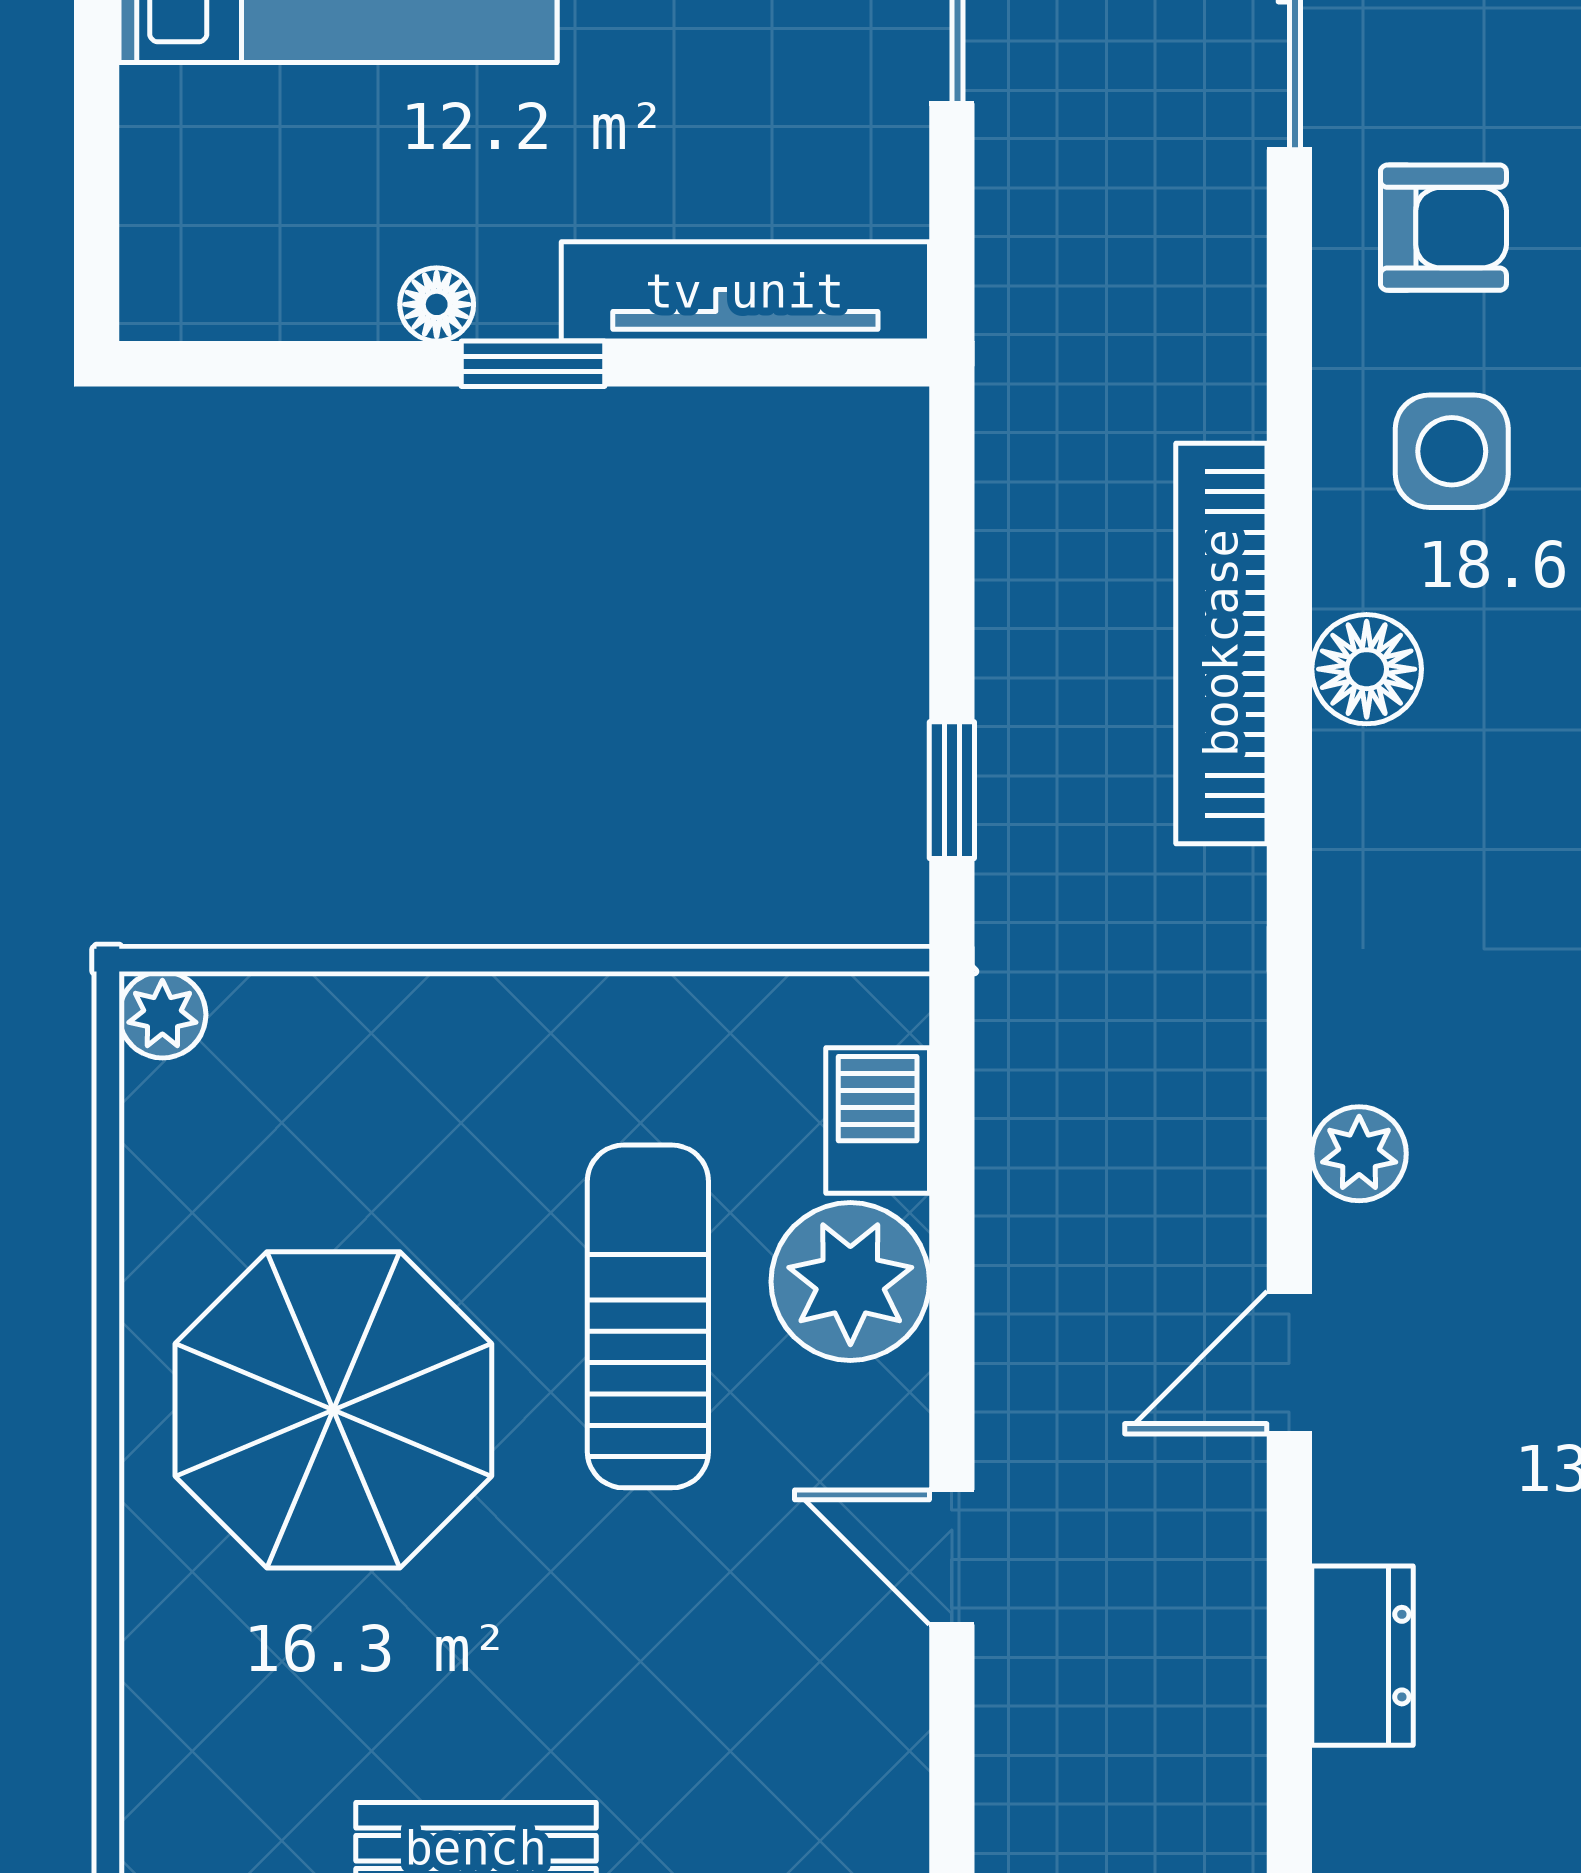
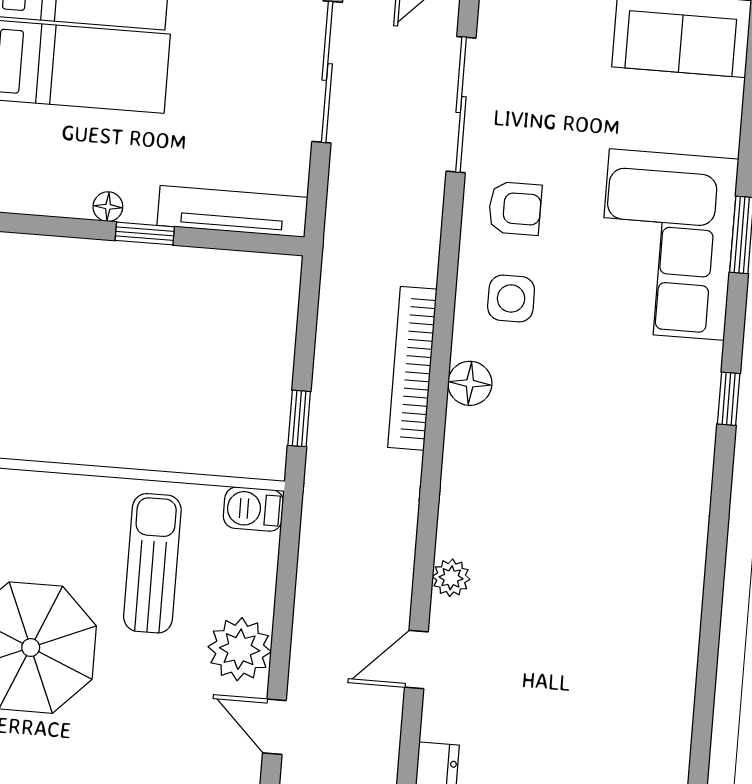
barbecue: (878, 1121) -> (253, 509), moved, turned -90
plant: (850, 1282) -> (240, 649), moved
sun lounger: (648, 1316) -> (152, 563), moved

